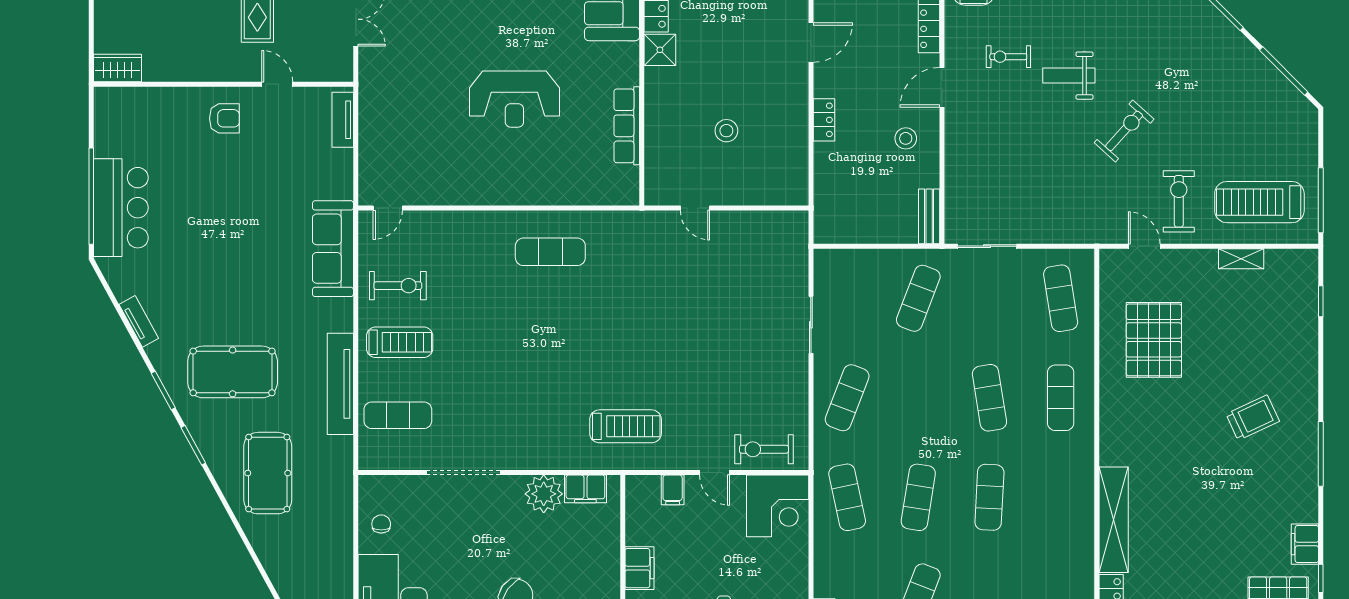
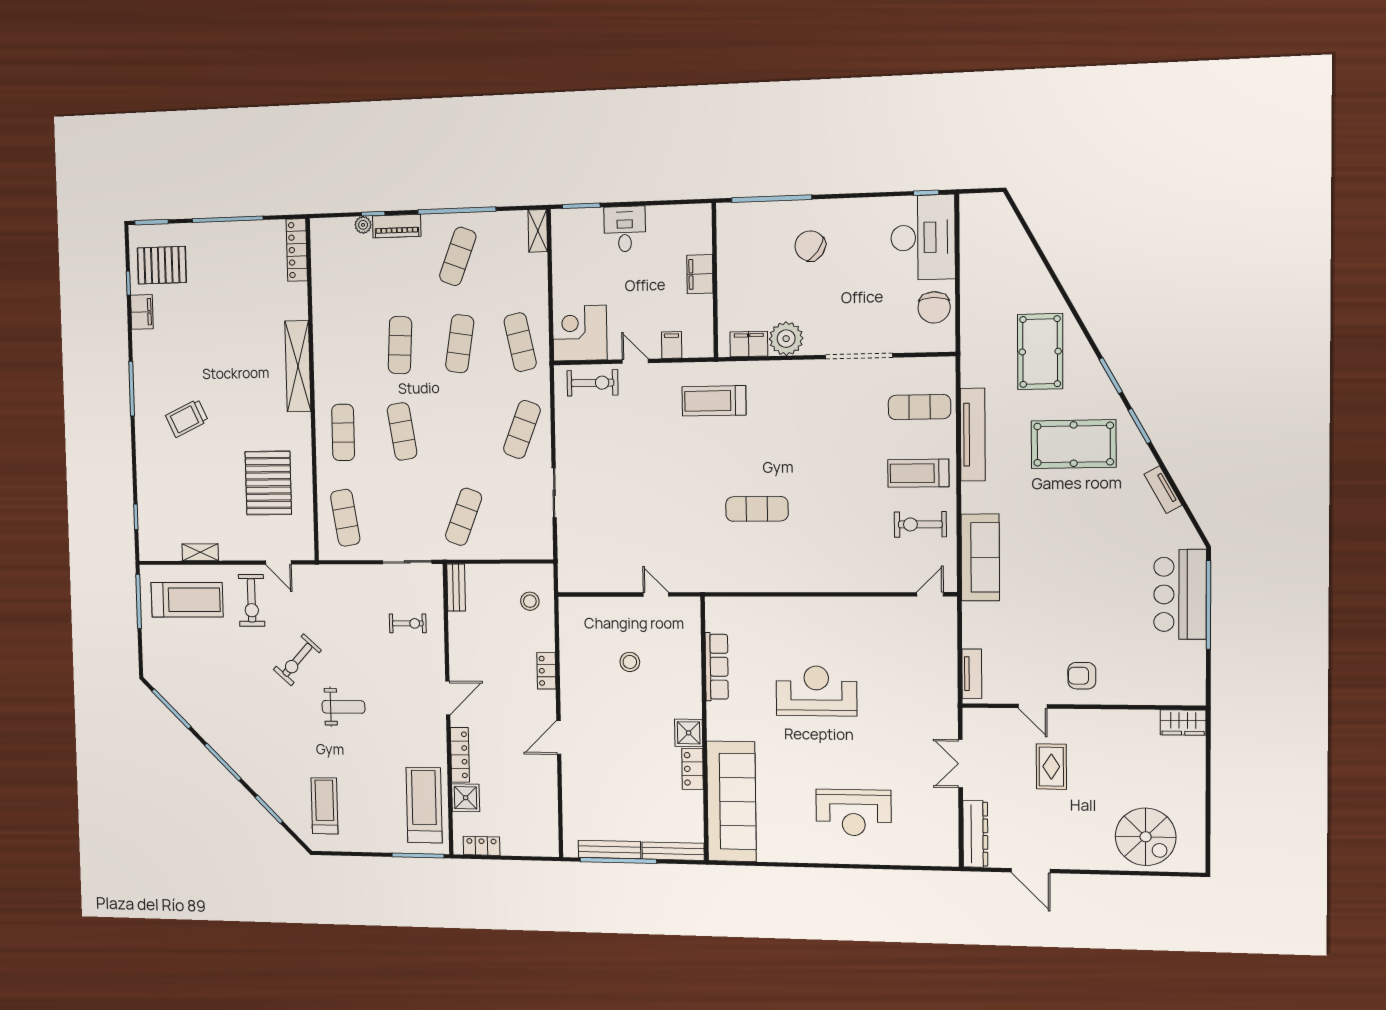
exercise bike: (1008, 57) -> (408, 623), moved
stool: (906, 138) -> (530, 601), moved
exercise mat: (550, 252) -> (757, 509), moved
shelving: (1114, 520) -> (298, 366), moved
chair: (381, 524) -> (934, 307), width x1.87, depth x1.87

